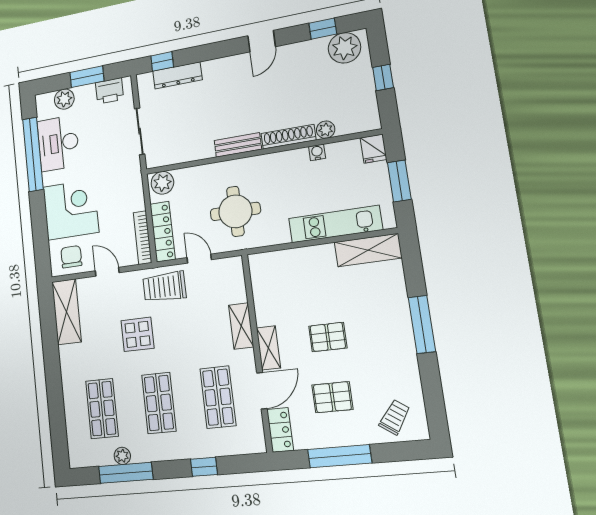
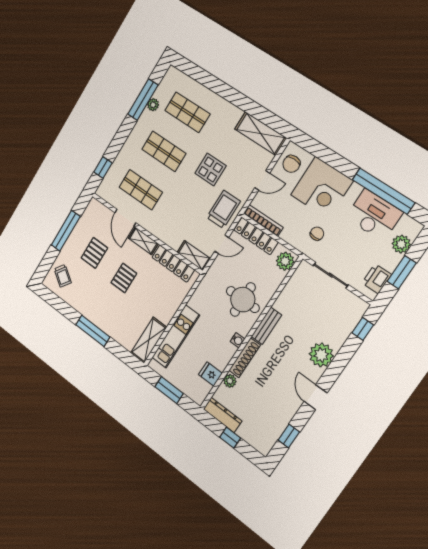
plant: (344, 48) -> (321, 355), moved
dresser: (177, 75) -> (222, 415), moved, turned 90
fridge: (373, 149) -> (210, 374), moved
water cooler: (317, 152) -> (238, 340), moved
chair: (114, 177) -> (317, 234), added
round table: (235, 211) -> (243, 300), moved
chair: (71, 257) -> (291, 164), turned 90
shelving: (241, 326) -> (194, 255), moved
locker: (280, 430) -> (173, 263), moved, width x1.53
window: (204, 467) -> (103, 168), moved

